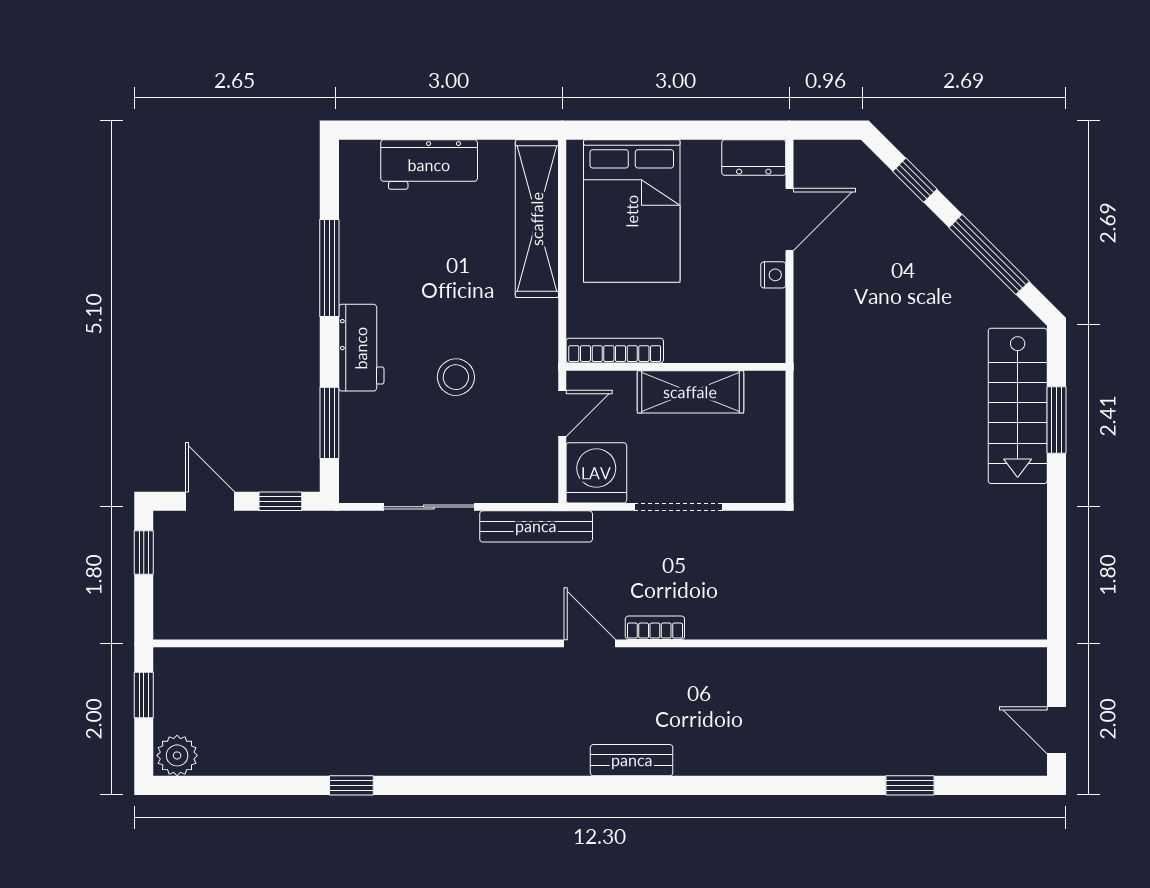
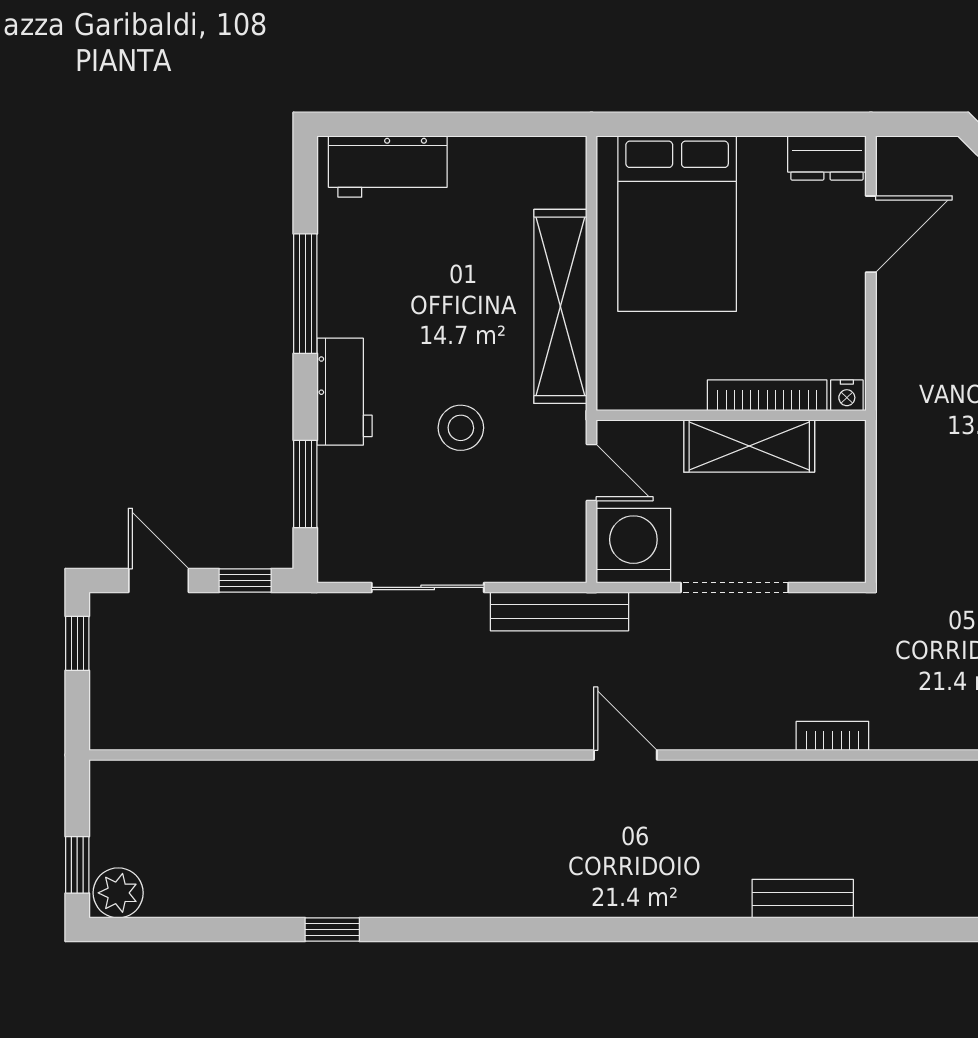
workbench: (429, 165) -> (388, 167), moved
shelving: (537, 219) -> (560, 306), moved
nightstand: (773, 275) -> (847, 395), moved, turned 90
bookcase: (615, 351) -> (767, 395), moved
door: (562, 413) -> (592, 472), hinge flipped
bookcase: (655, 628) -> (832, 736), moved
window: (144, 695) -> (77, 865), moved
bench: (632, 760) -> (803, 899), moved

